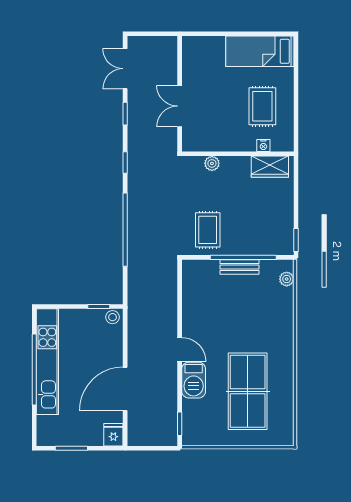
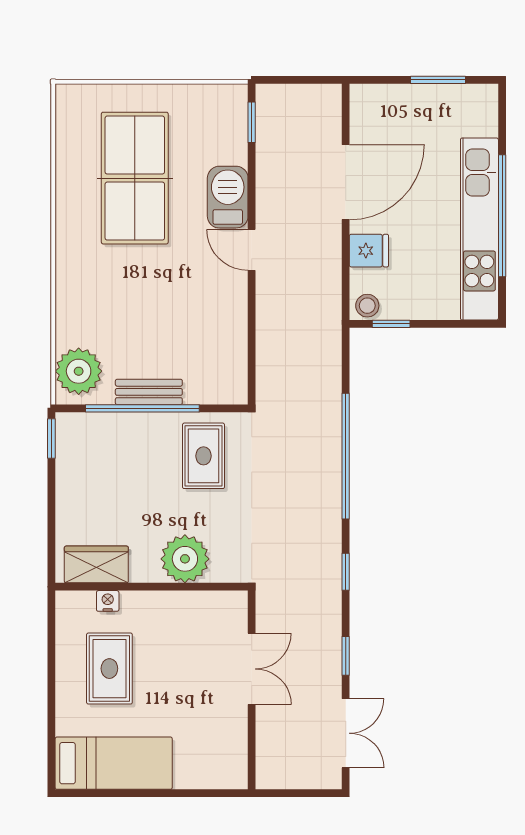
plant: (212, 163) -> (185, 559), width x1.88, depth x1.88
plant: (287, 279) -> (79, 371), width x1.87, depth x1.87
fridge: (113, 435) -> (369, 251), moved, turned -90

